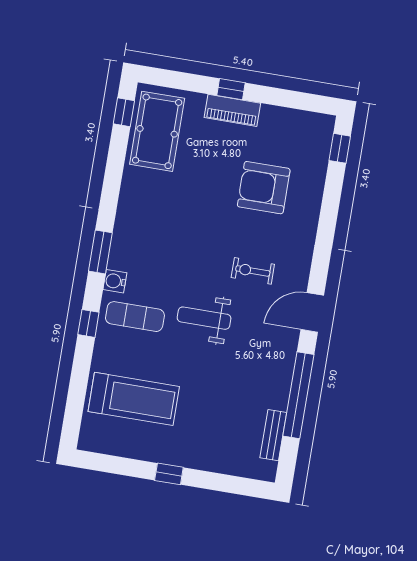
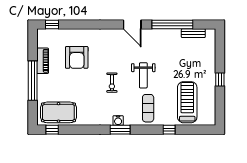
window: (231, 89) -> (33, 81), width x3.17
piano: (232, 110) -> (43, 61), moved
exercise bike: (253, 271) -> (112, 83), moved
water cooler: (115, 281) -> (118, 120), moved
window: (88, 323) -> (169, 130), moved

